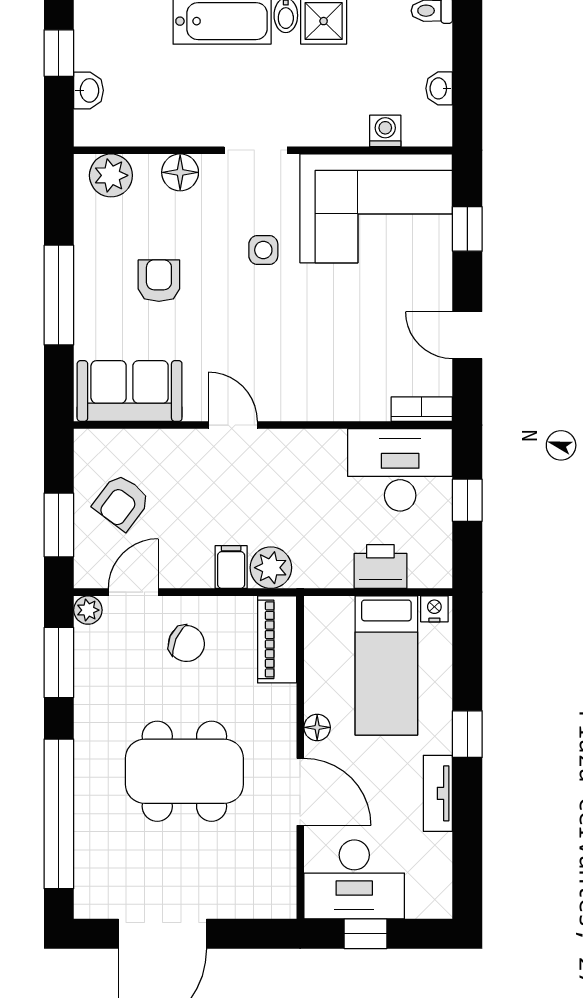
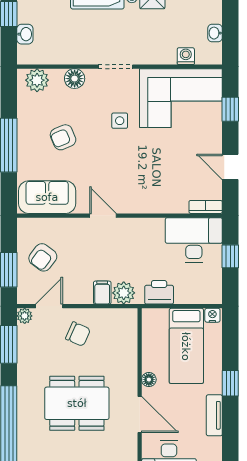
armchair: (159, 281) -> (63, 137), turned -113
printer: (380, 567) -> (159, 292), moved
piano: (277, 639) -> (127, 332), removed

